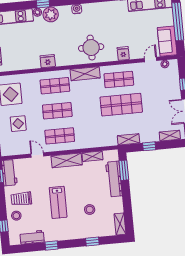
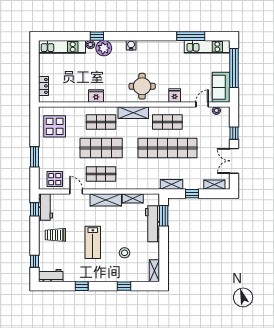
shop shelf: (121, 105) -> (167, 148), width x1.40
shop shelf: (57, 111) -> (101, 148), width x1.43, depth x1.36
display table: (18, 124) -> (55, 179), moved
stool: (16, 216) -> (49, 252), removed
workbench: (32, 237) -> (51, 276), moved

